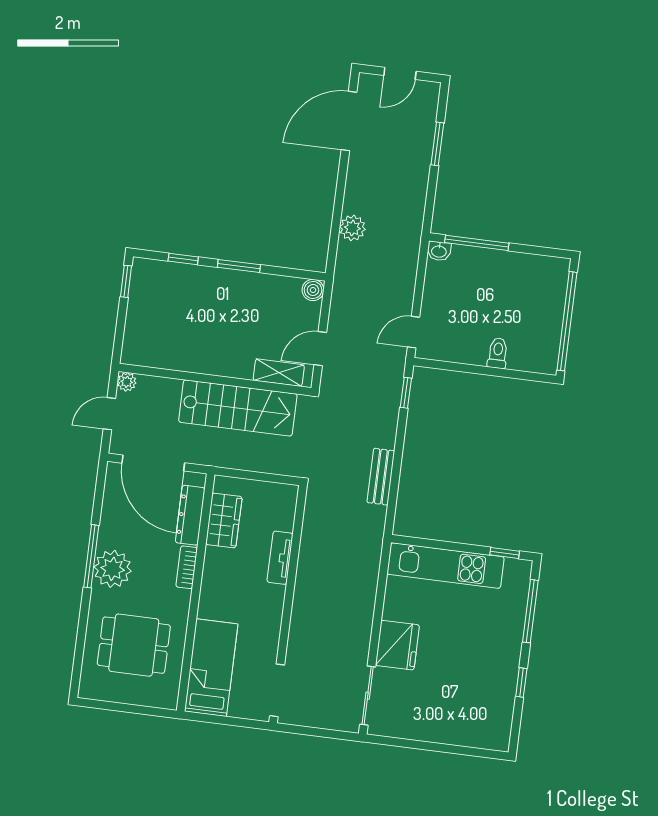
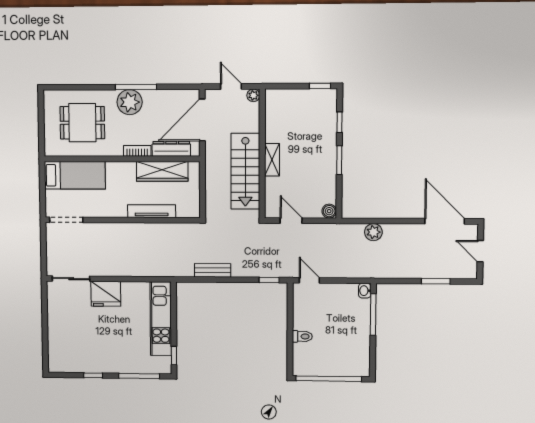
shelving: (279, 373) -> (272, 160), moved
wardrobe: (224, 521) -> (162, 171), width x1.50
tv unit: (280, 558) -> (152, 211), width x1.41
dining table: (134, 645) -> (82, 123), turned 90

